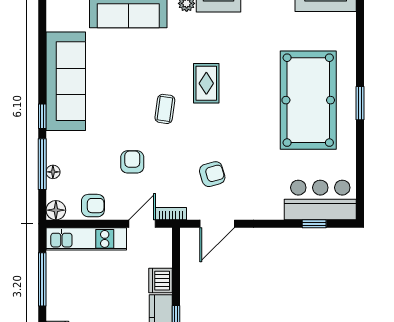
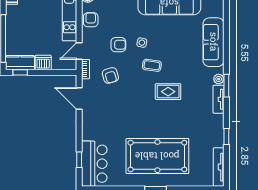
side table: (129, 125) -> (142, 43), added
armchair: (212, 174) -> (110, 75), moved
armchair: (93, 206) -> (91, 20), turned 180
door: (142, 224) -> (79, 51), swing flipped

